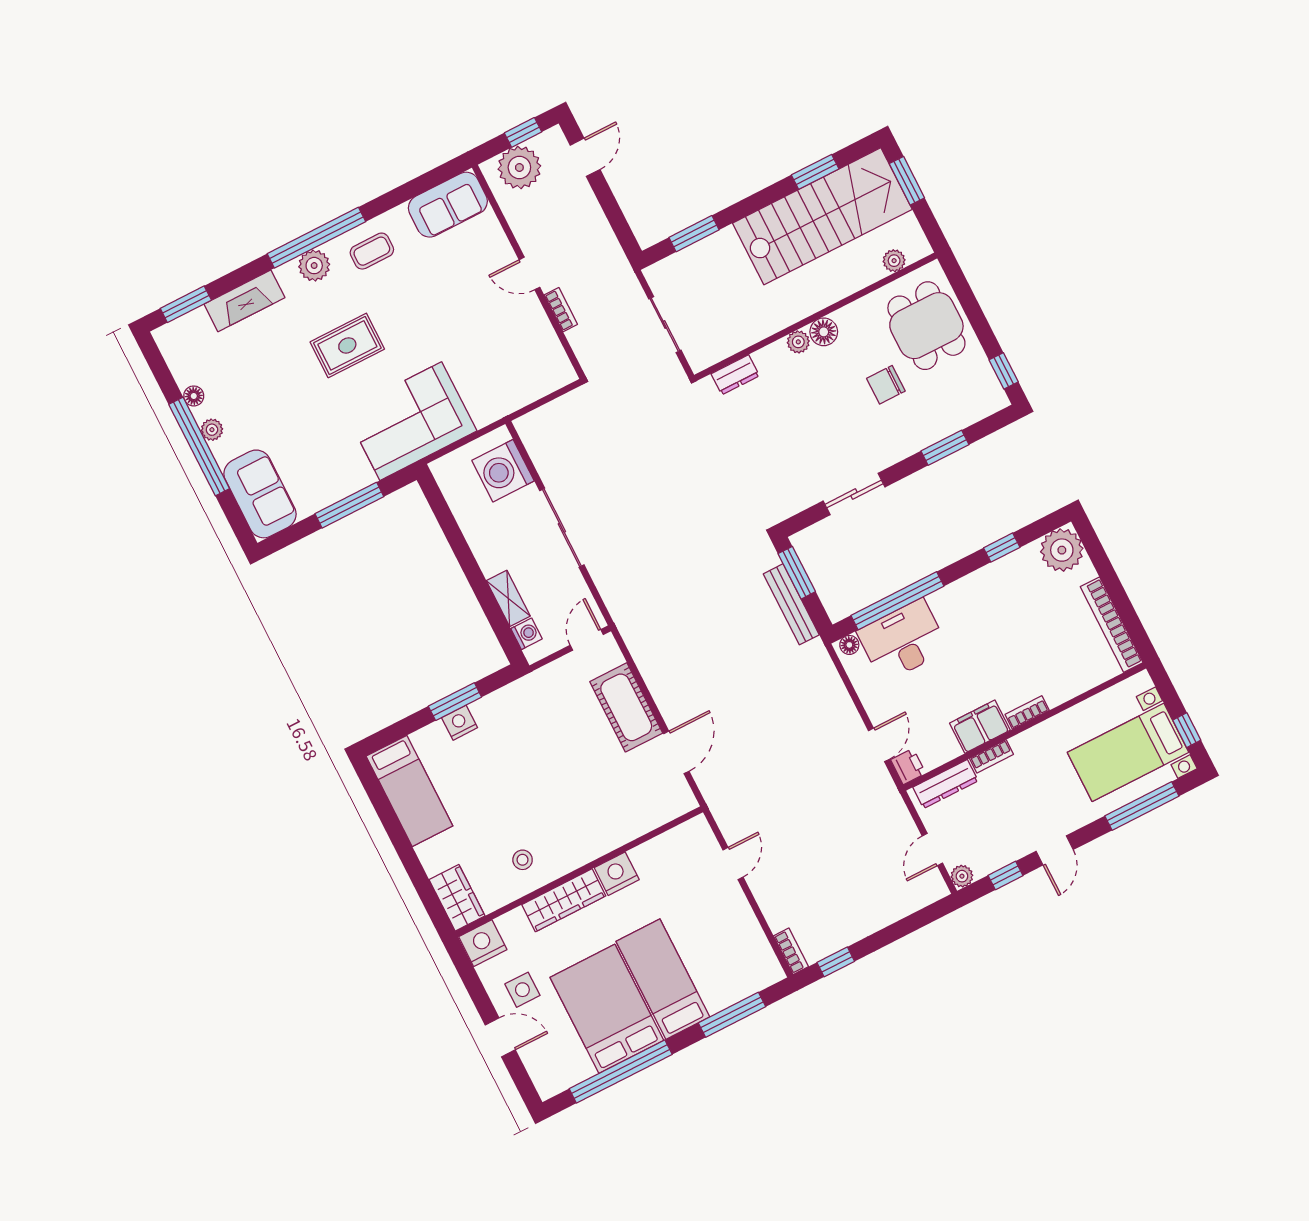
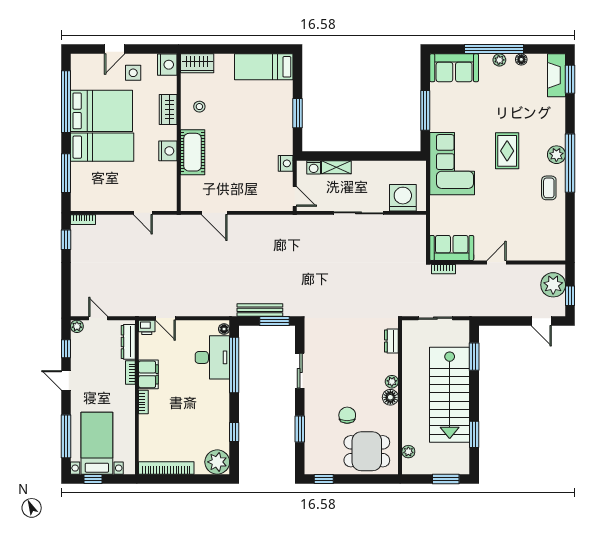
sofa: (448, 205) -> (452, 248), moved, turned 90
stairs: (822, 216) -> (450, 395), moved
fireplace: (244, 301) -> (557, 75), moved
bookcase: (561, 310) -> (443, 269), moved
cot: (626, 707) -> (193, 152), moved, turned 90
nightstand: (460, 723) -> (286, 163), moved
wardrobe: (564, 900) -> (168, 110), width x0.67

